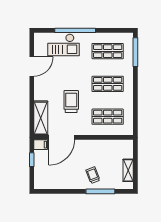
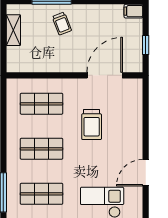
shelving: (41, 118) -> (133, 102), removed
filing cabinet: (41, 145) -> (133, 11), moved

